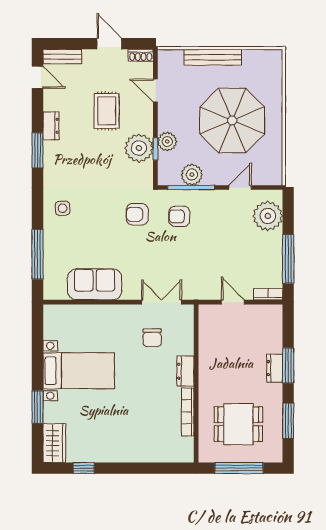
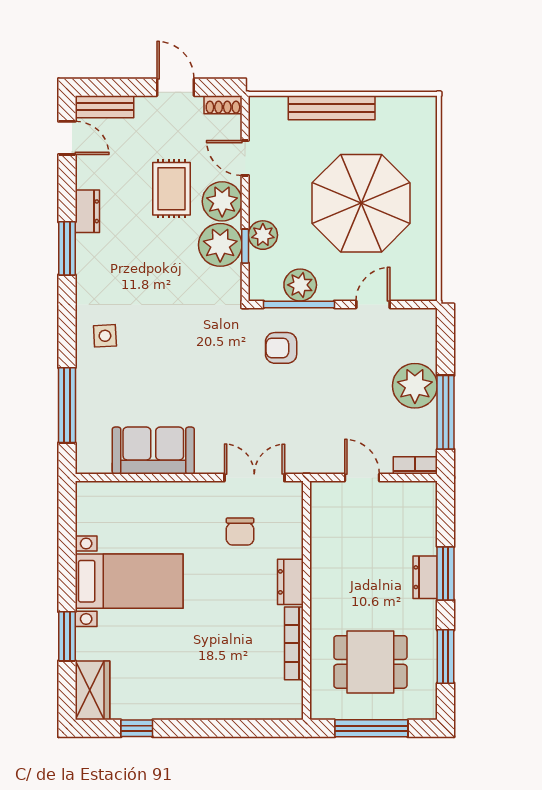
plant: (140, 119) -> (222, 201), added
armchair: (137, 214) -> (218, 345), removed
plant: (268, 216) -> (415, 386), moved

